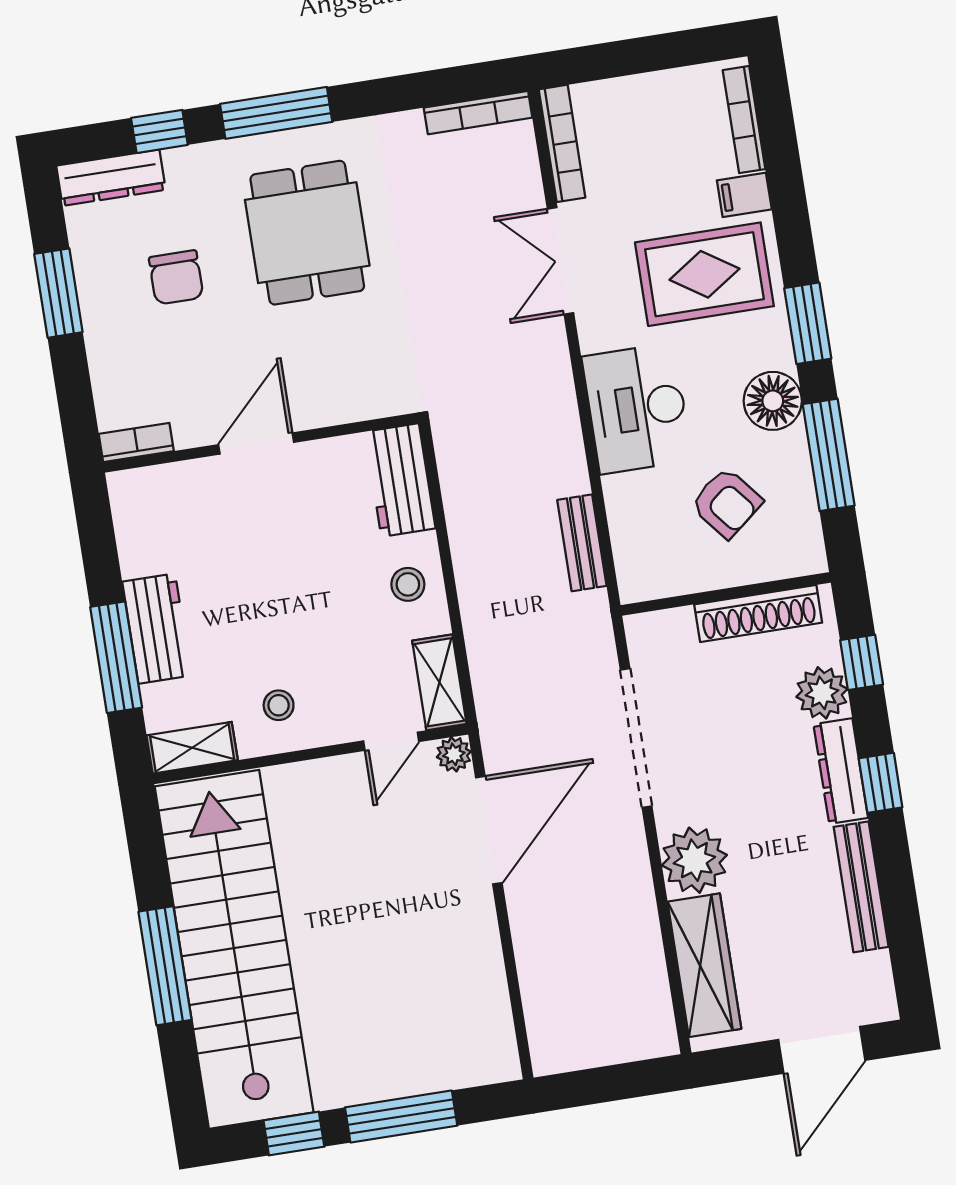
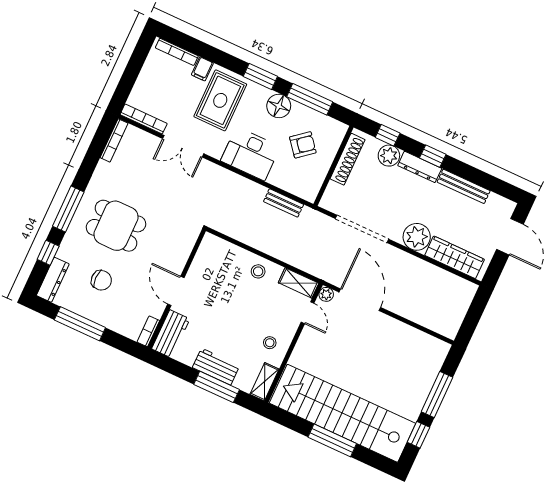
window: (58, 293) -> (80, 324), width x1.44
workbench: (400, 480) -> (171, 334), moved, turned -90

